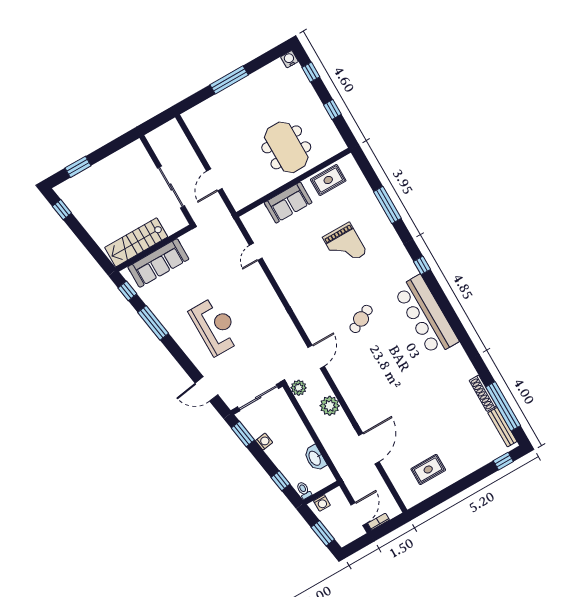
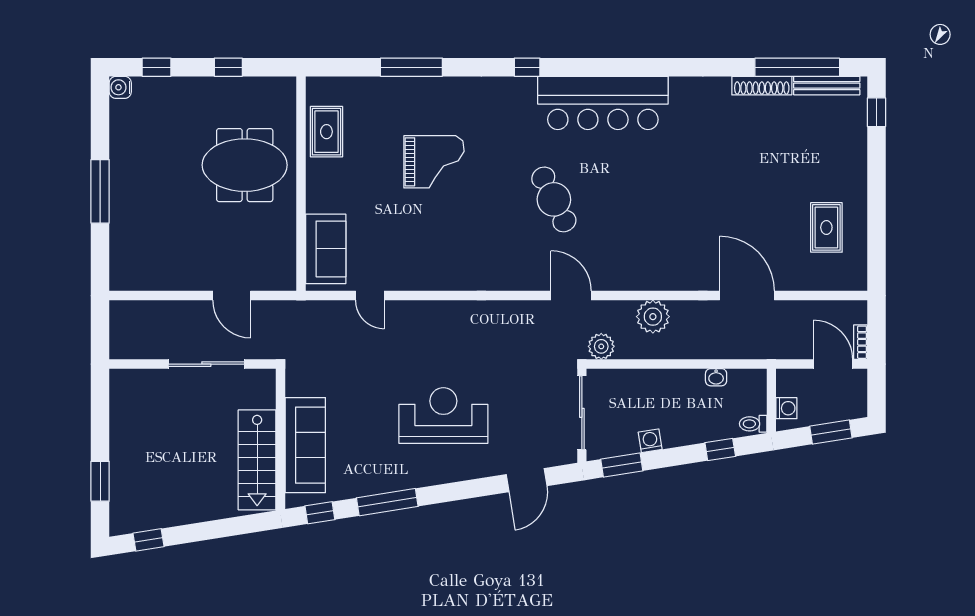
sofa: (288, 203) -> (326, 249), moved
cafe table: (361, 319) -> (554, 199), width x1.37, depth x1.35
washbasin: (315, 458) -> (716, 377), width x0.52, depth x0.69

